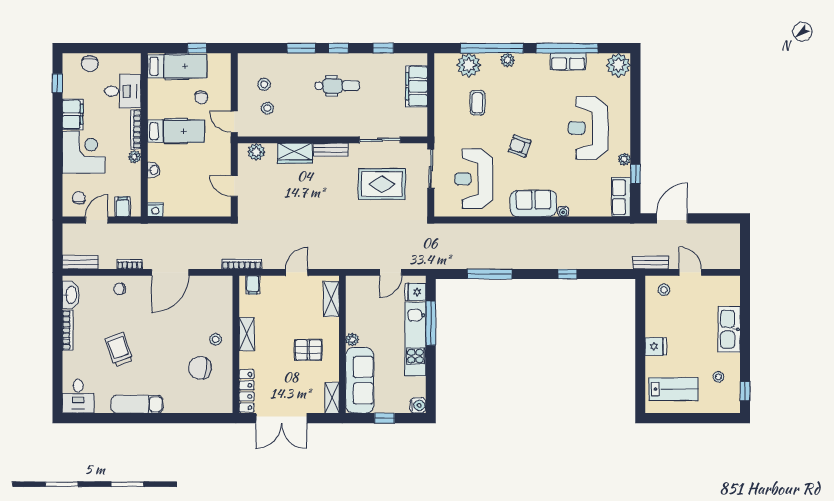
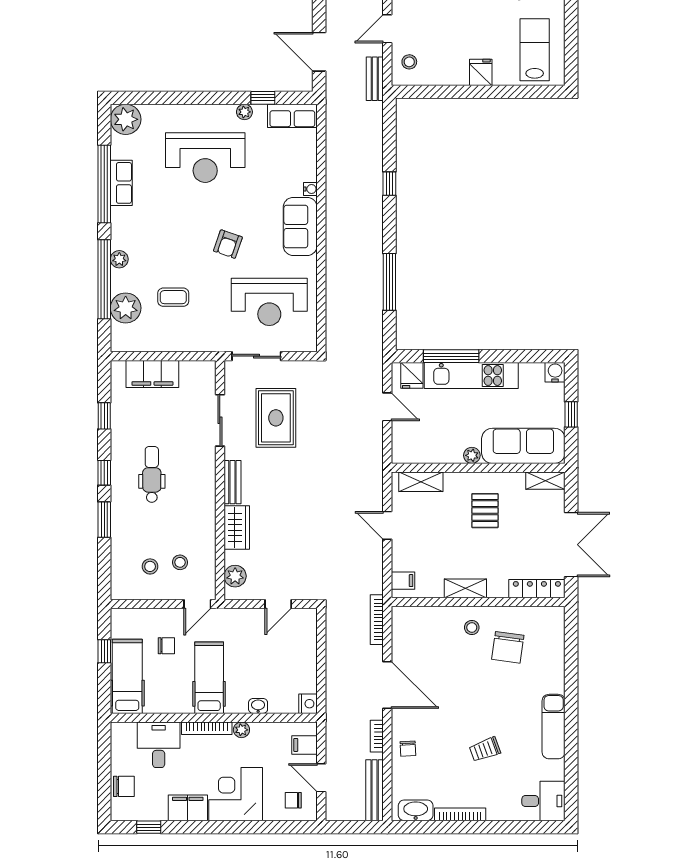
bench: (80, 262) -> (375, 790), width x1.36
bookcase: (242, 264) -> (377, 620), moved
trolley: (119, 350) -> (485, 749), width x0.73, depth x0.72

